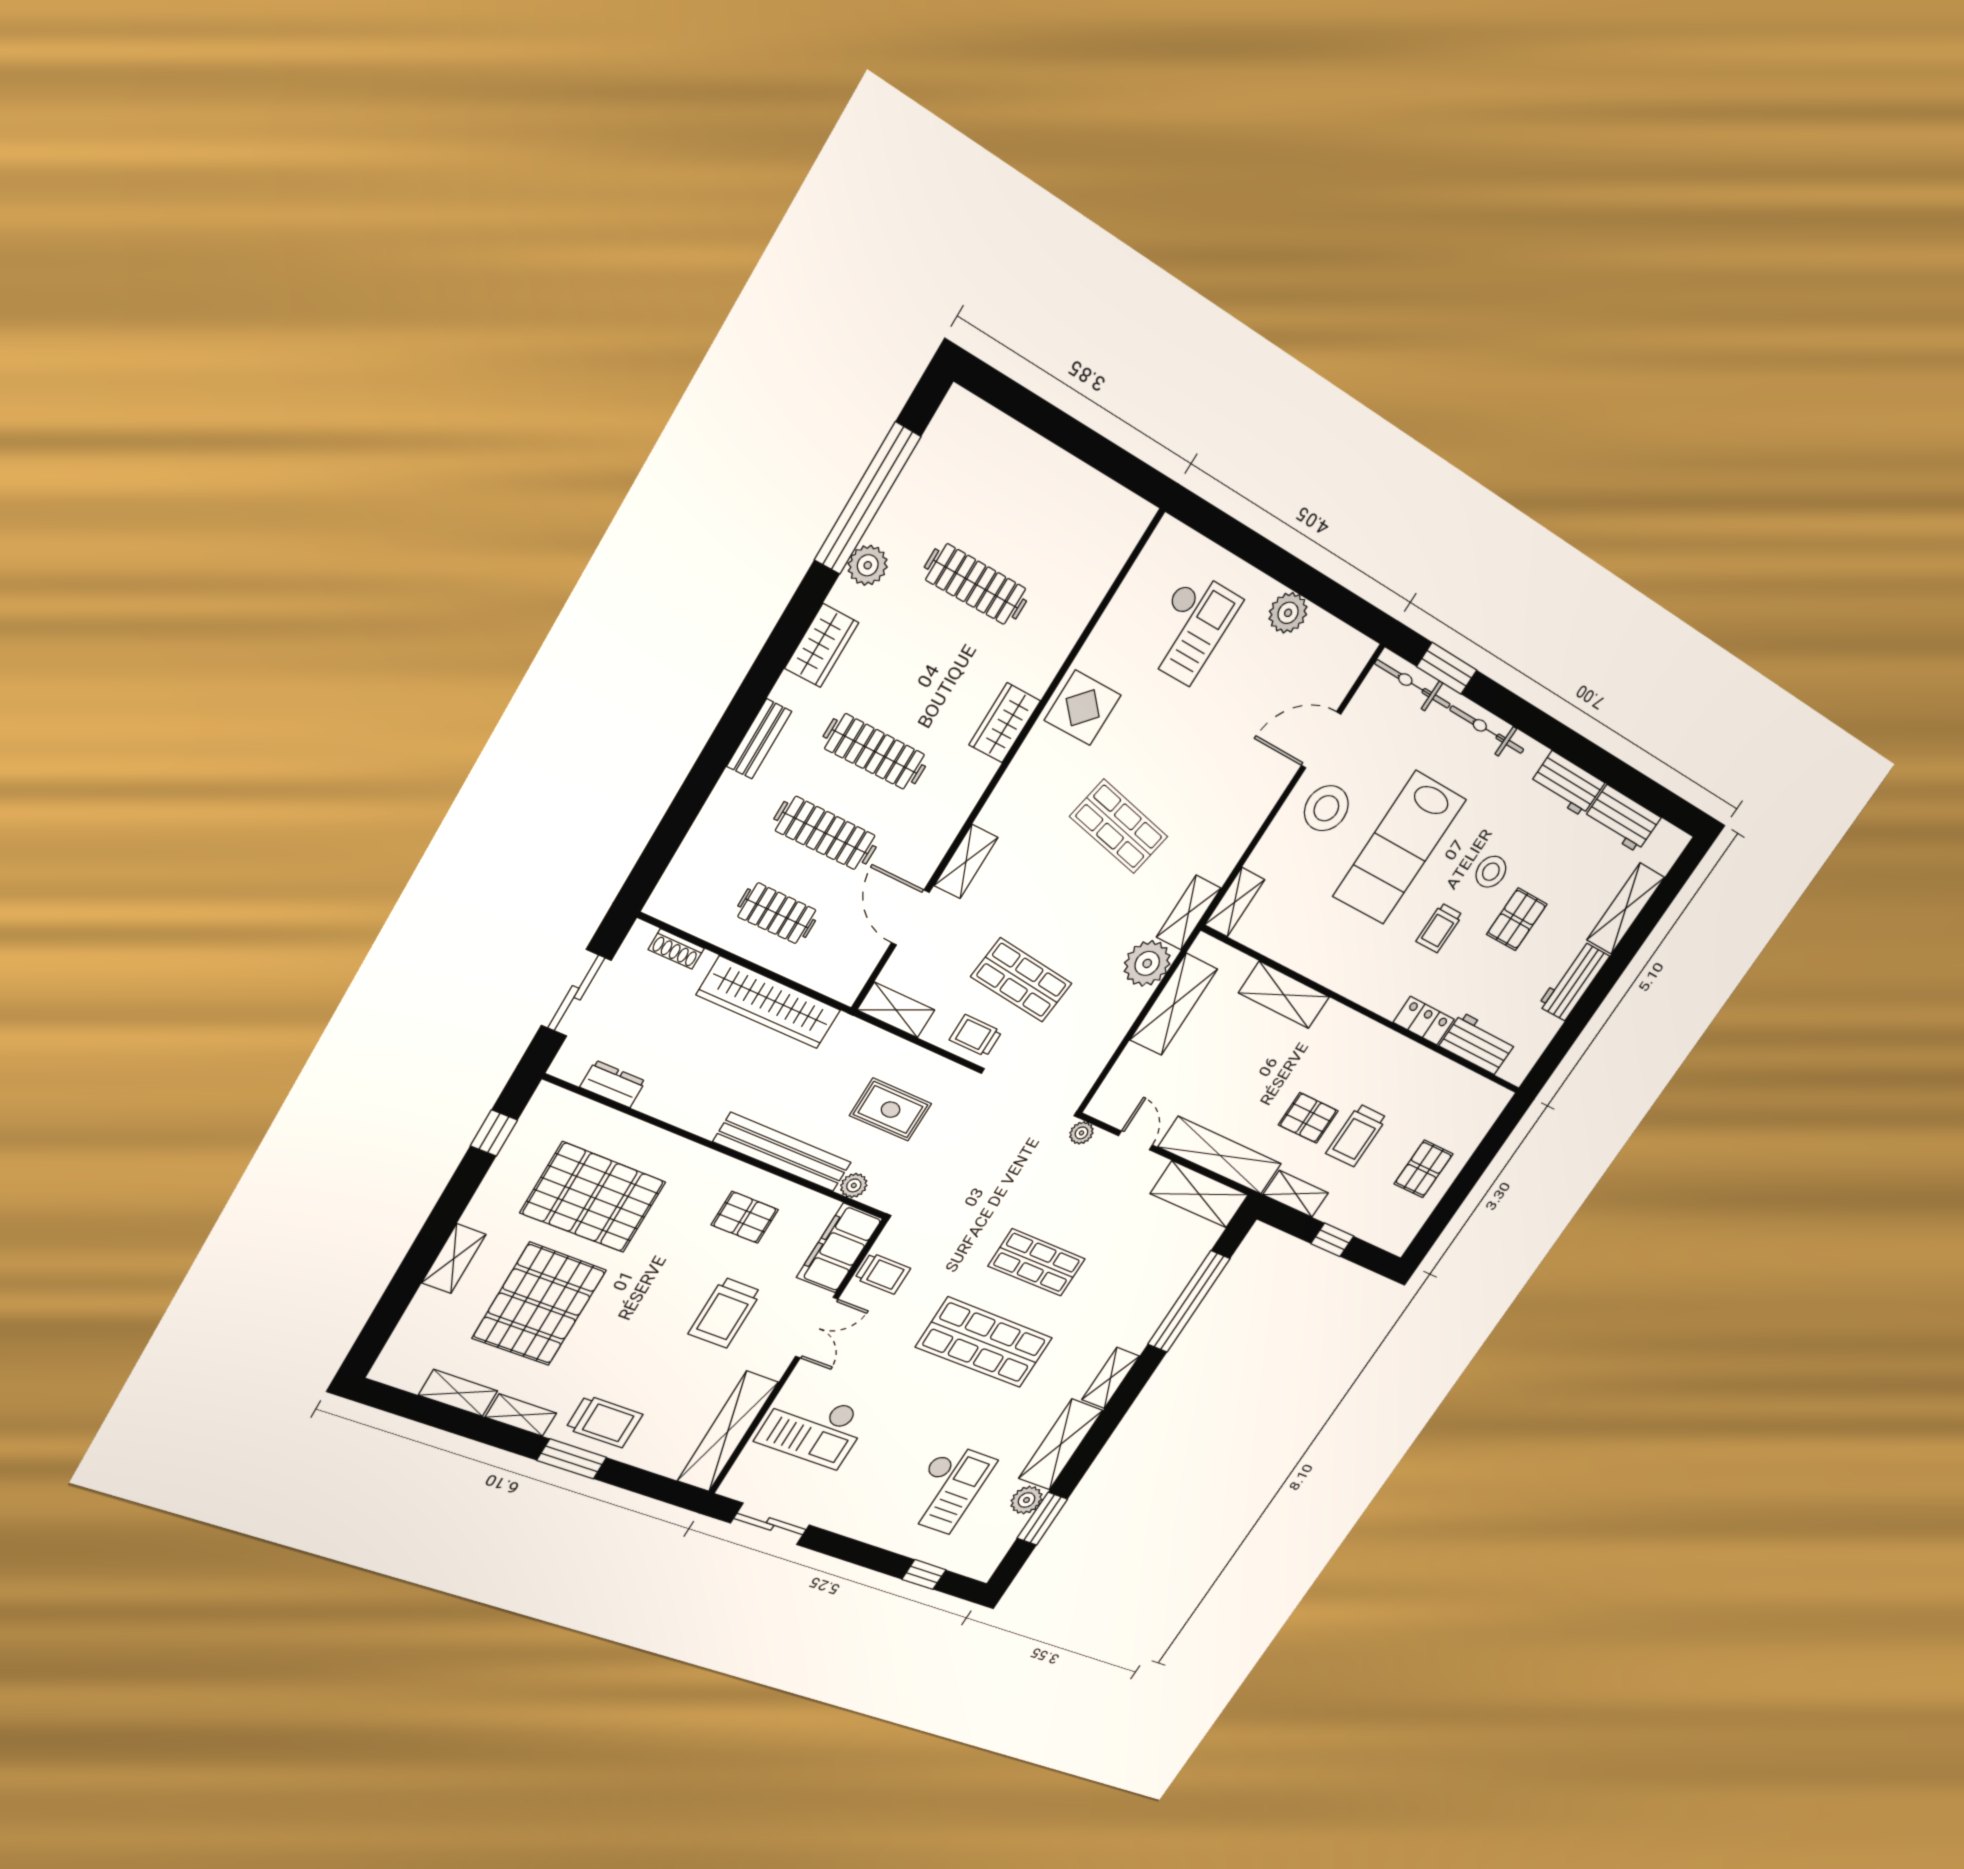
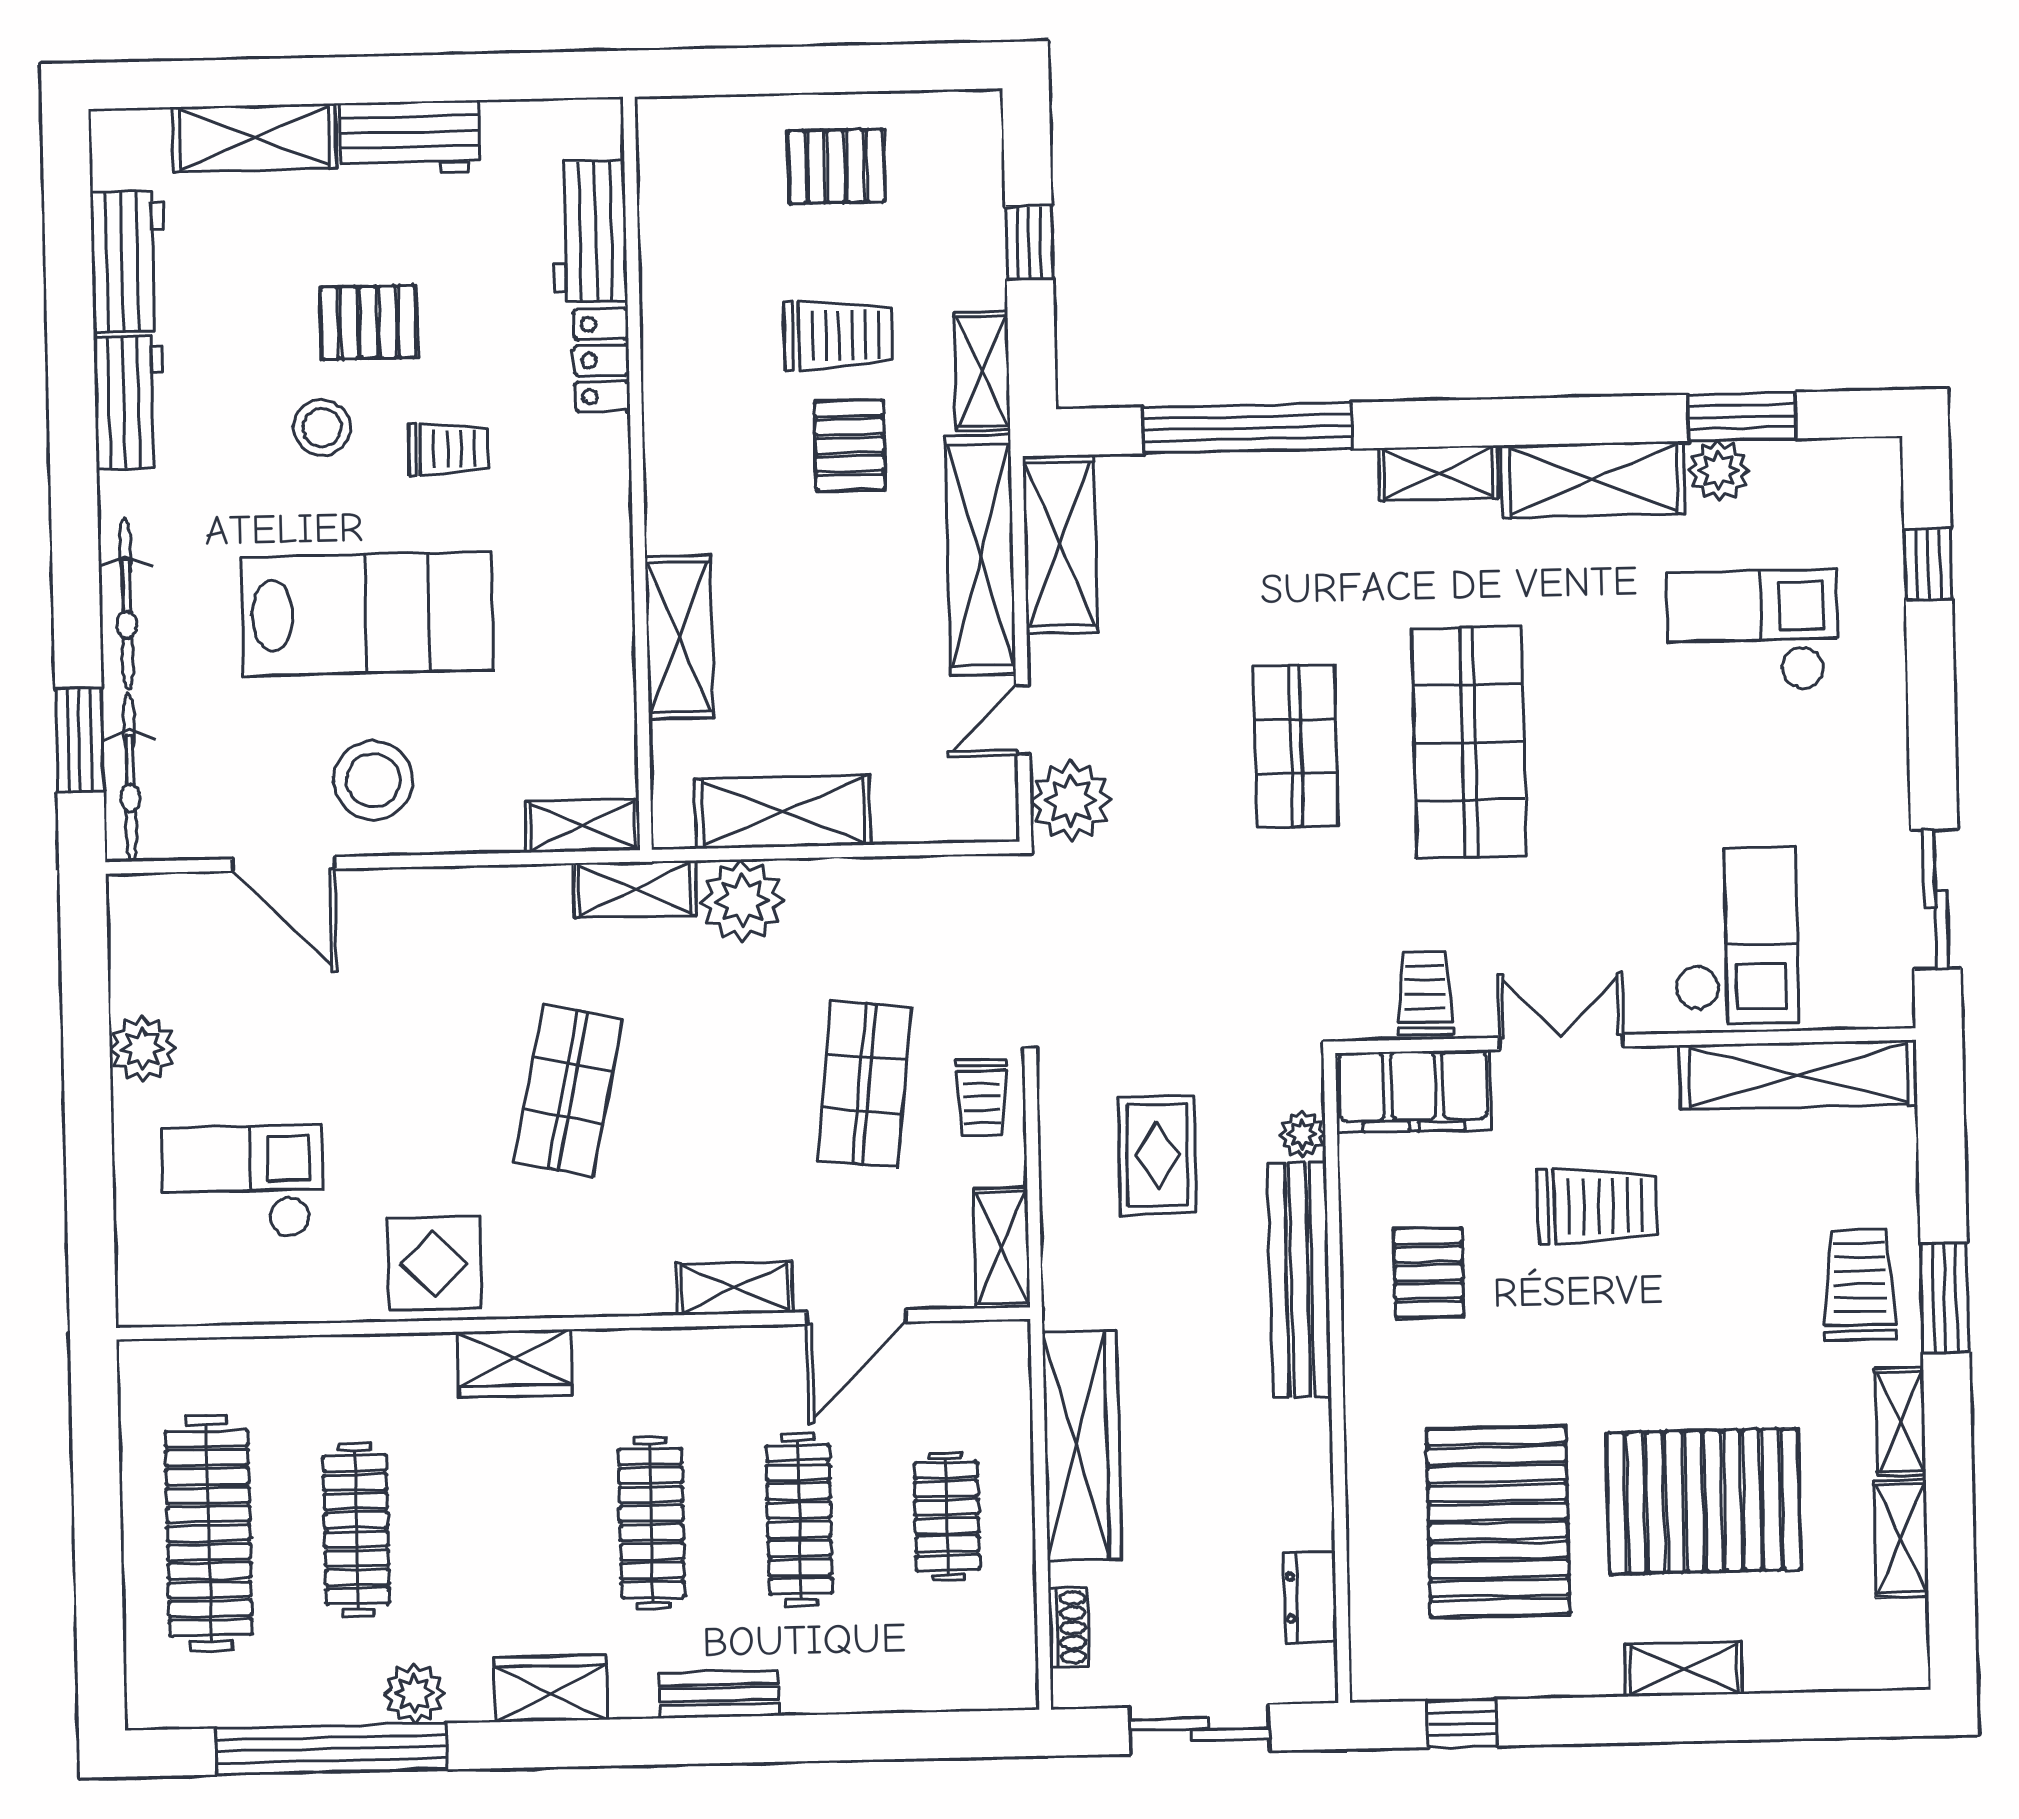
clothes rail: (1028, 498) -> (209, 1533), added
plant: (1081, 1133) -> (1071, 801), width x1.88, depth x1.88

